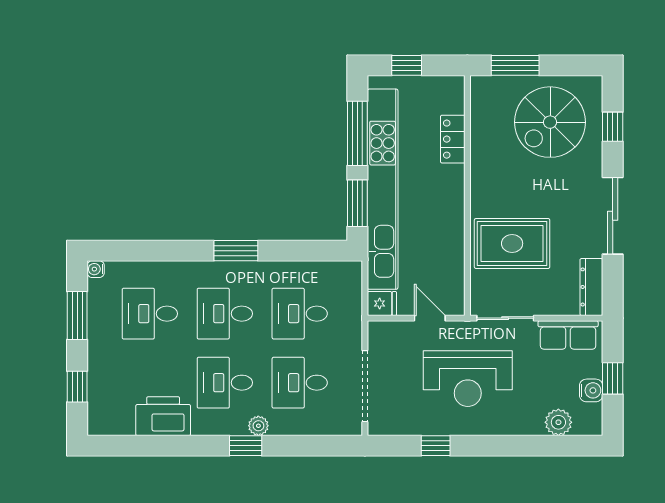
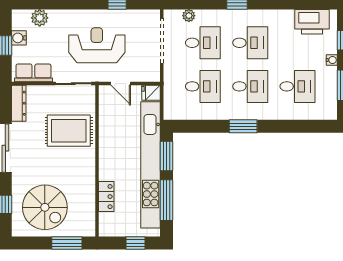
spiral stairs: (550, 122) -> (45, 207), turned 90
water cooler: (96, 269) -> (332, 60), moved
printer: (163, 416) -> (312, 22), moved
plant: (258, 426) -> (189, 16), moved

